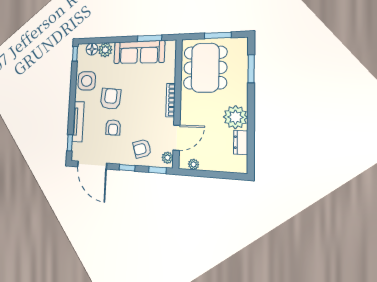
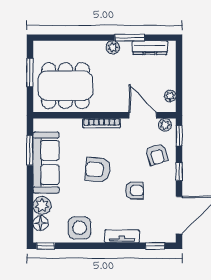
window: (251, 69) -> (130, 38), moved
armchair: (111, 99) -> (98, 170), moved
plant: (235, 117) -> (113, 47), width x0.53, depth x0.53
tv unit: (78, 122) -> (122, 236), width x0.71
dresser: (241, 142) -> (150, 48), width x1.44

